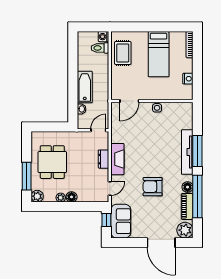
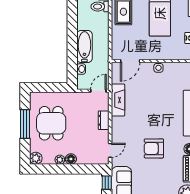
fireplace: (117, 159) -> (118, 100), moved
window: (27, 176) -> (25, 124), moved

